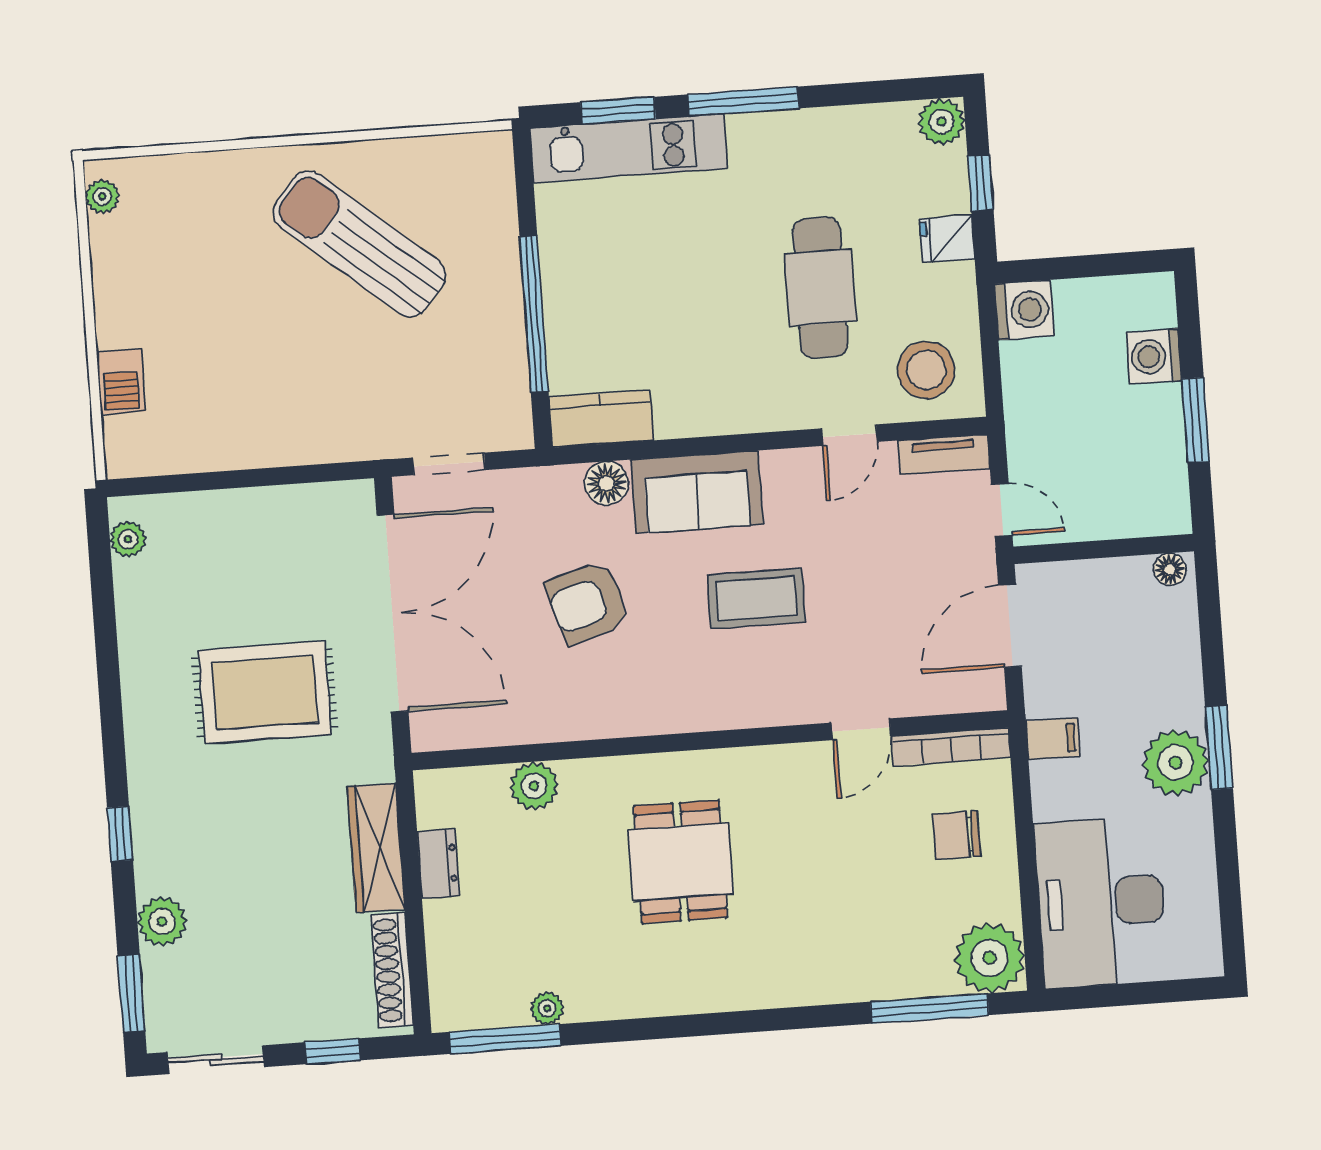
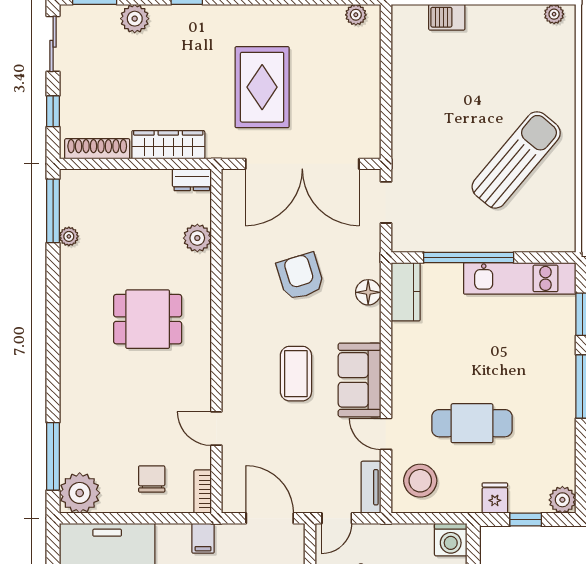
kitchen unit: (629, 148) -> (520, 278), moved, turned -90
sofa: (697, 492) -> (360, 380), moved
bookcase: (951, 747) -> (203, 492), width x0.64
dresser: (438, 864) -> (192, 180), moved

